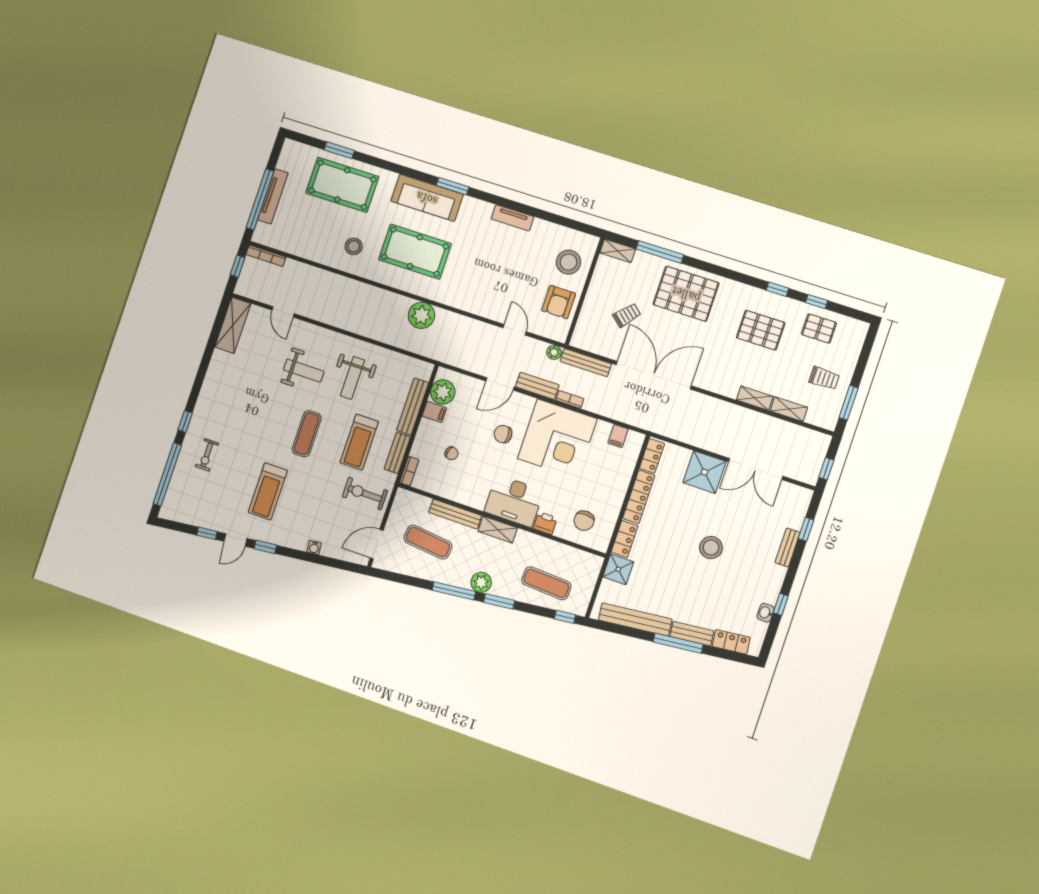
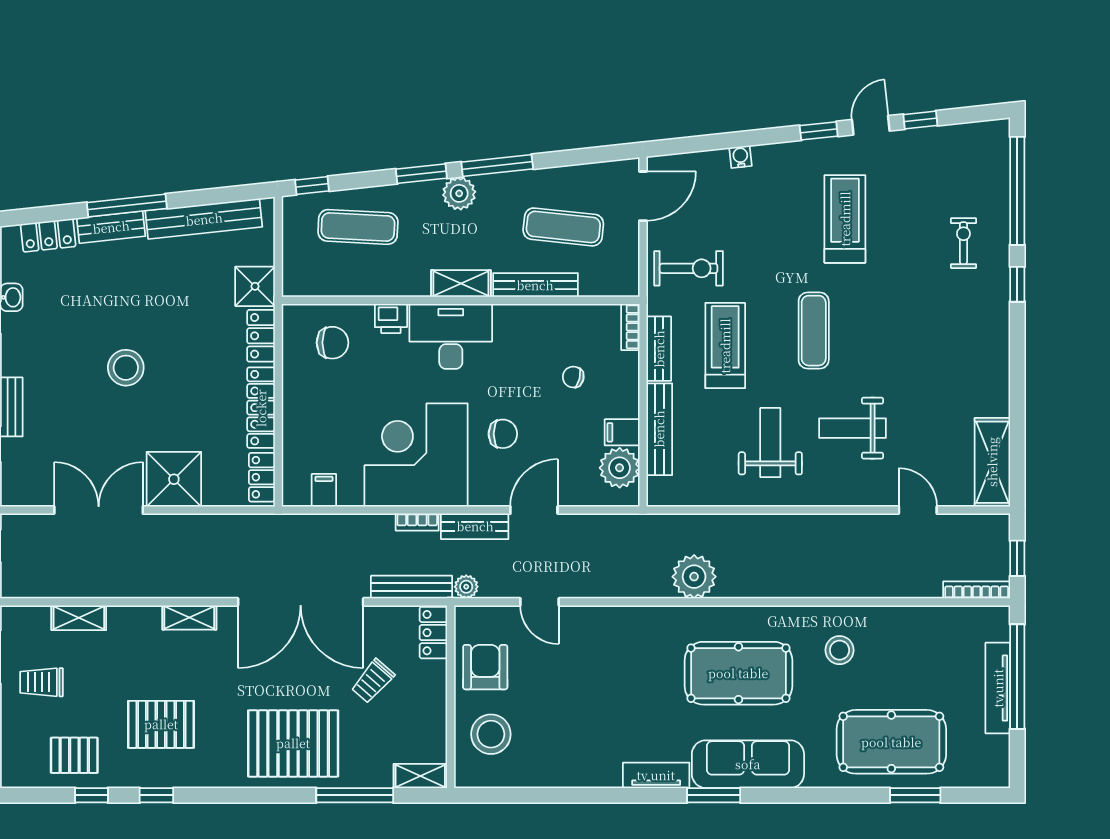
tv unit: (512, 218) -> (656, 775), moved
locker: (582, 332) -> (433, 633), added
shelving: (755, 398) -> (189, 618), moved
chair: (584, 521) -> (332, 343), turned 88

